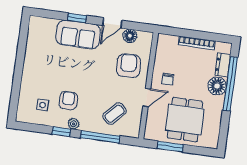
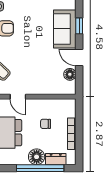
armchair: (129, 66) -> (44, 77), removed
chair: (168, 79) -> (46, 124), moved

